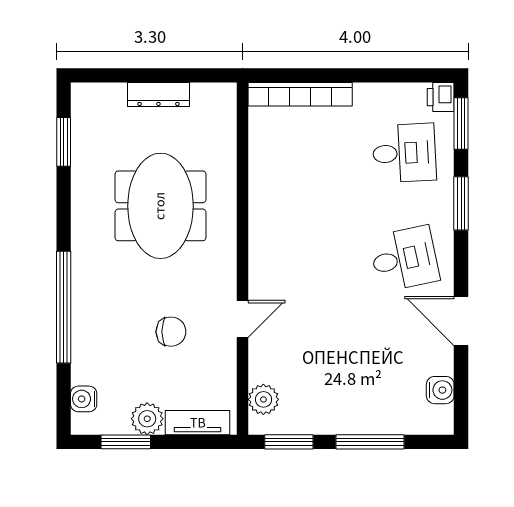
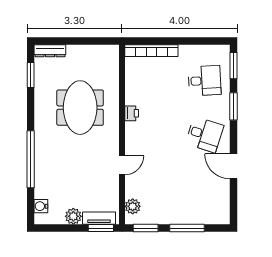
dresser: (158, 95) -> (50, 51), moved
printer: (441, 97) -> (132, 113), moved, turned 180
desk: (404, 259) -> (205, 135), turned 30
chair: (171, 332) -> (85, 172), removed
water cooler: (440, 390) -> (223, 202), removed
window: (126, 442) -> (101, 228), moved

